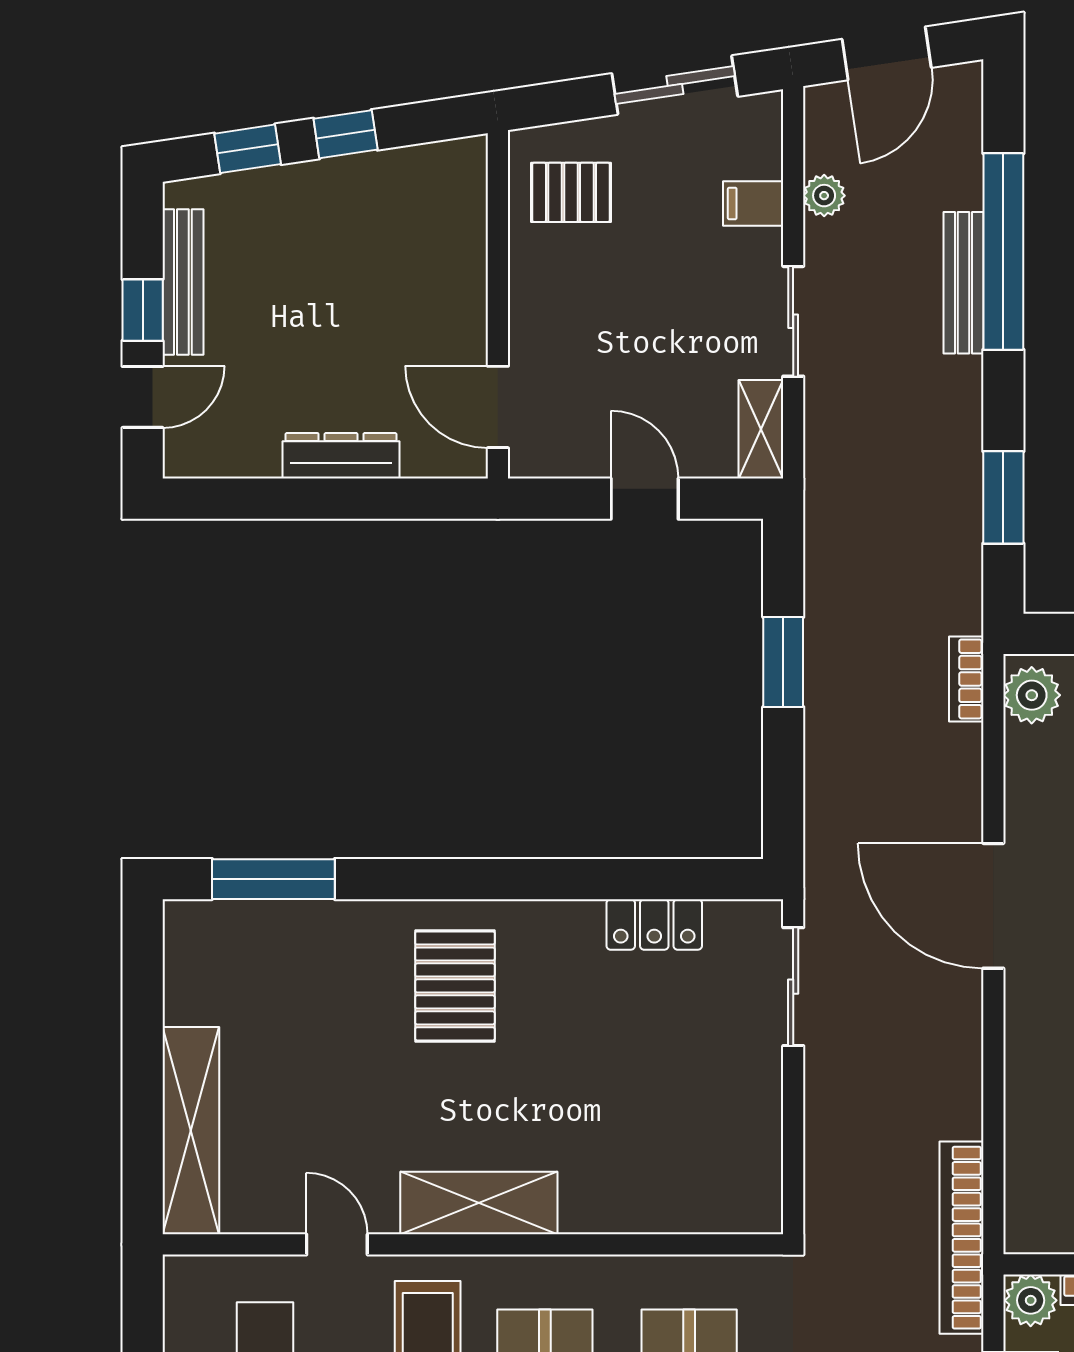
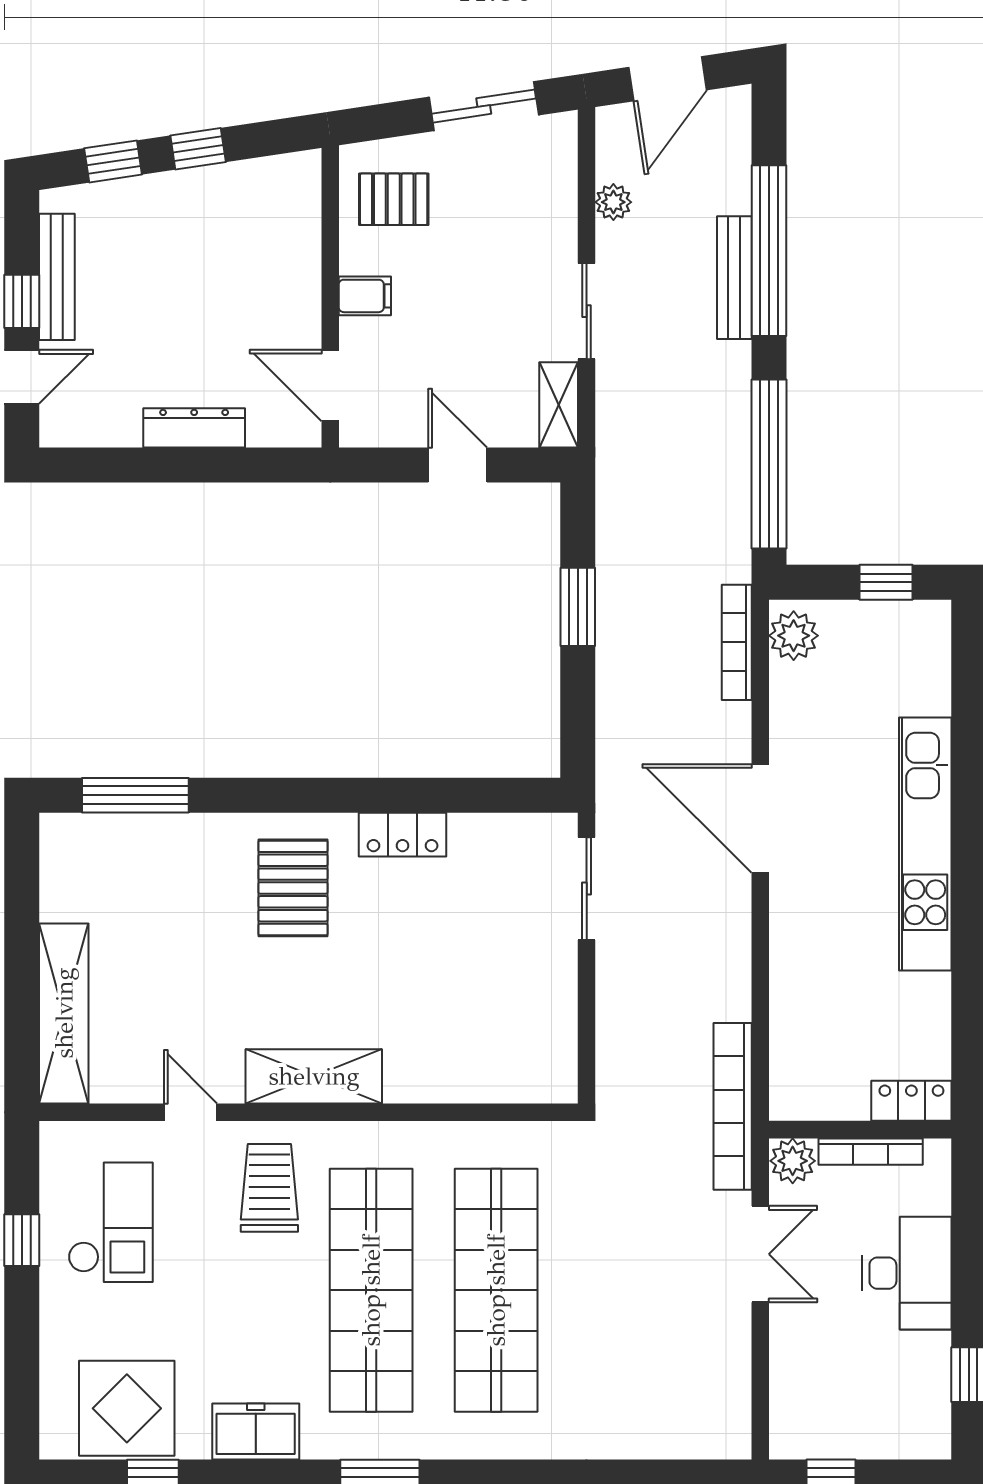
filing cabinet: (753, 203) -> (365, 296), moved, turned 180
window: (1003, 497) -> (769, 464), width x2.11
bookcase: (966, 679) -> (737, 642), width x1.56
locker: (654, 924) -> (402, 835), moved

